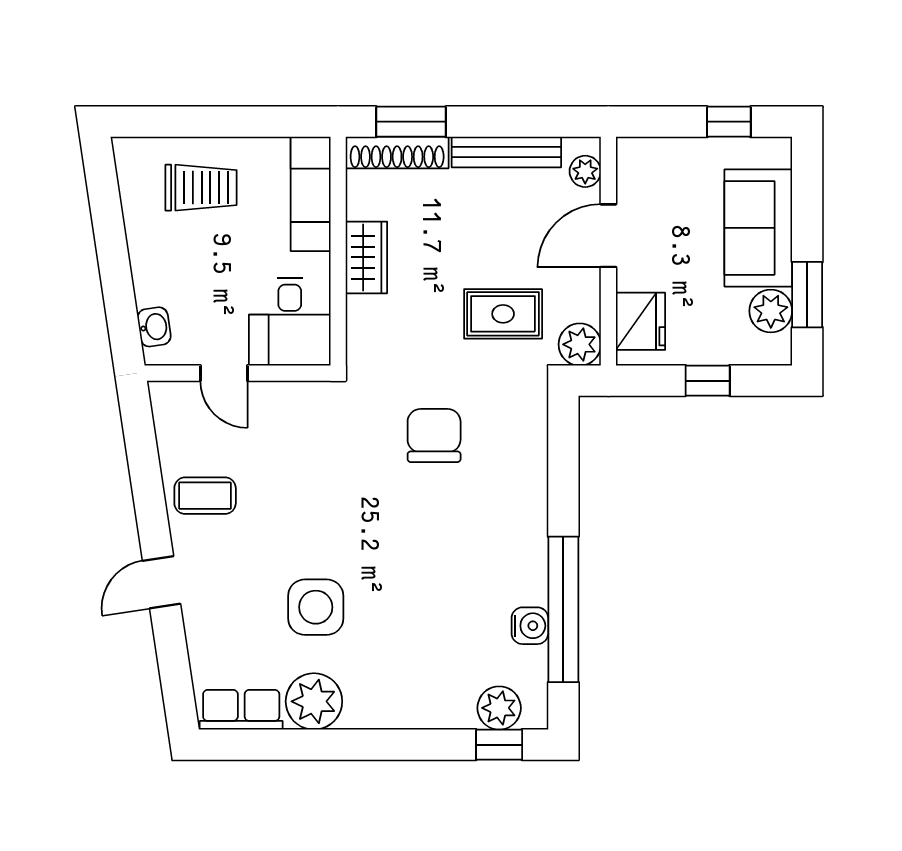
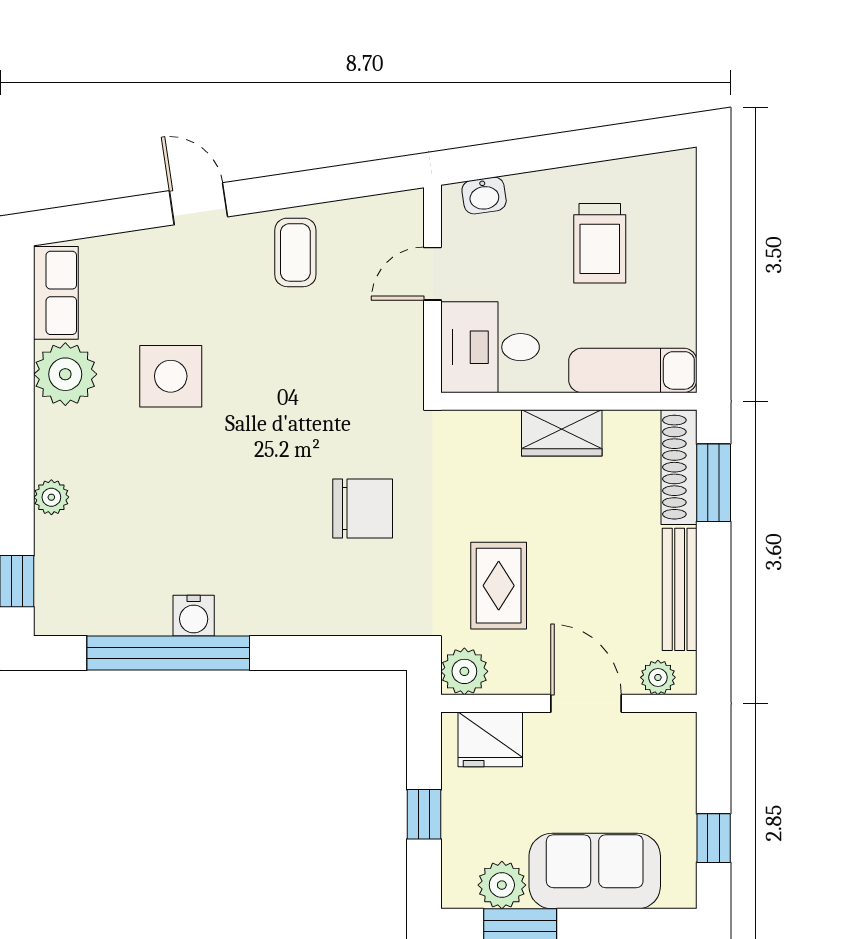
trolley: (201, 188) -> (600, 243), moved
water cooler: (530, 626) -> (194, 616), moved
plant: (499, 708) -> (51, 497), moved, width x0.73, depth x0.73

